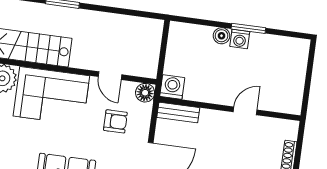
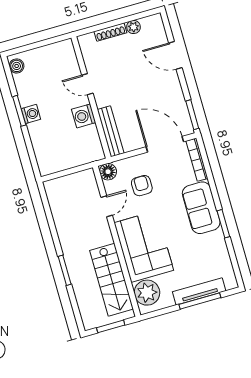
boiler: (221, 36) -> (17, 66), moved
washing machine: (172, 87) -> (84, 116), moved
bench: (178, 113) -> (111, 131), width x1.36

